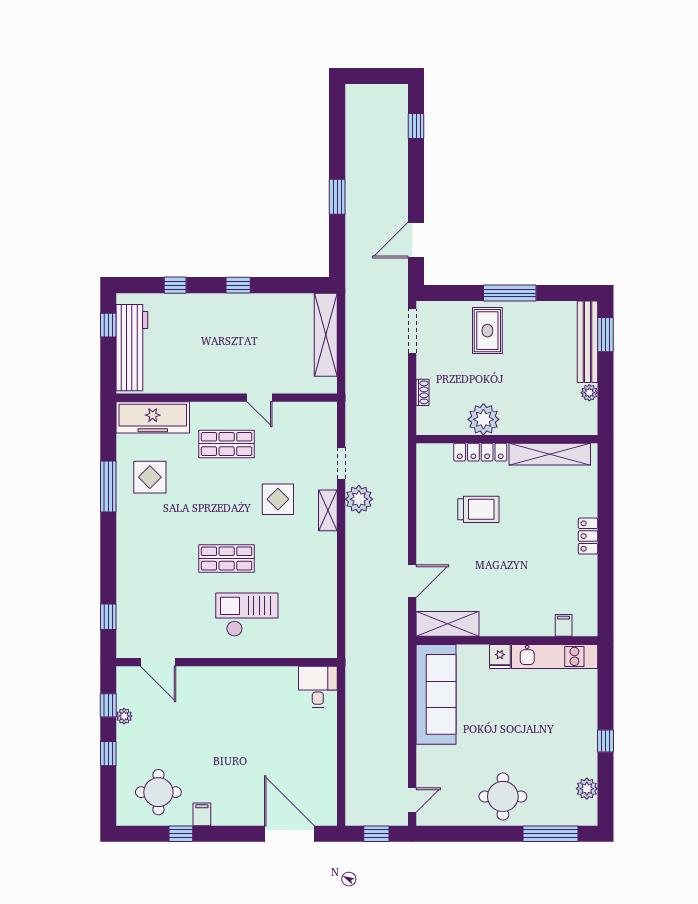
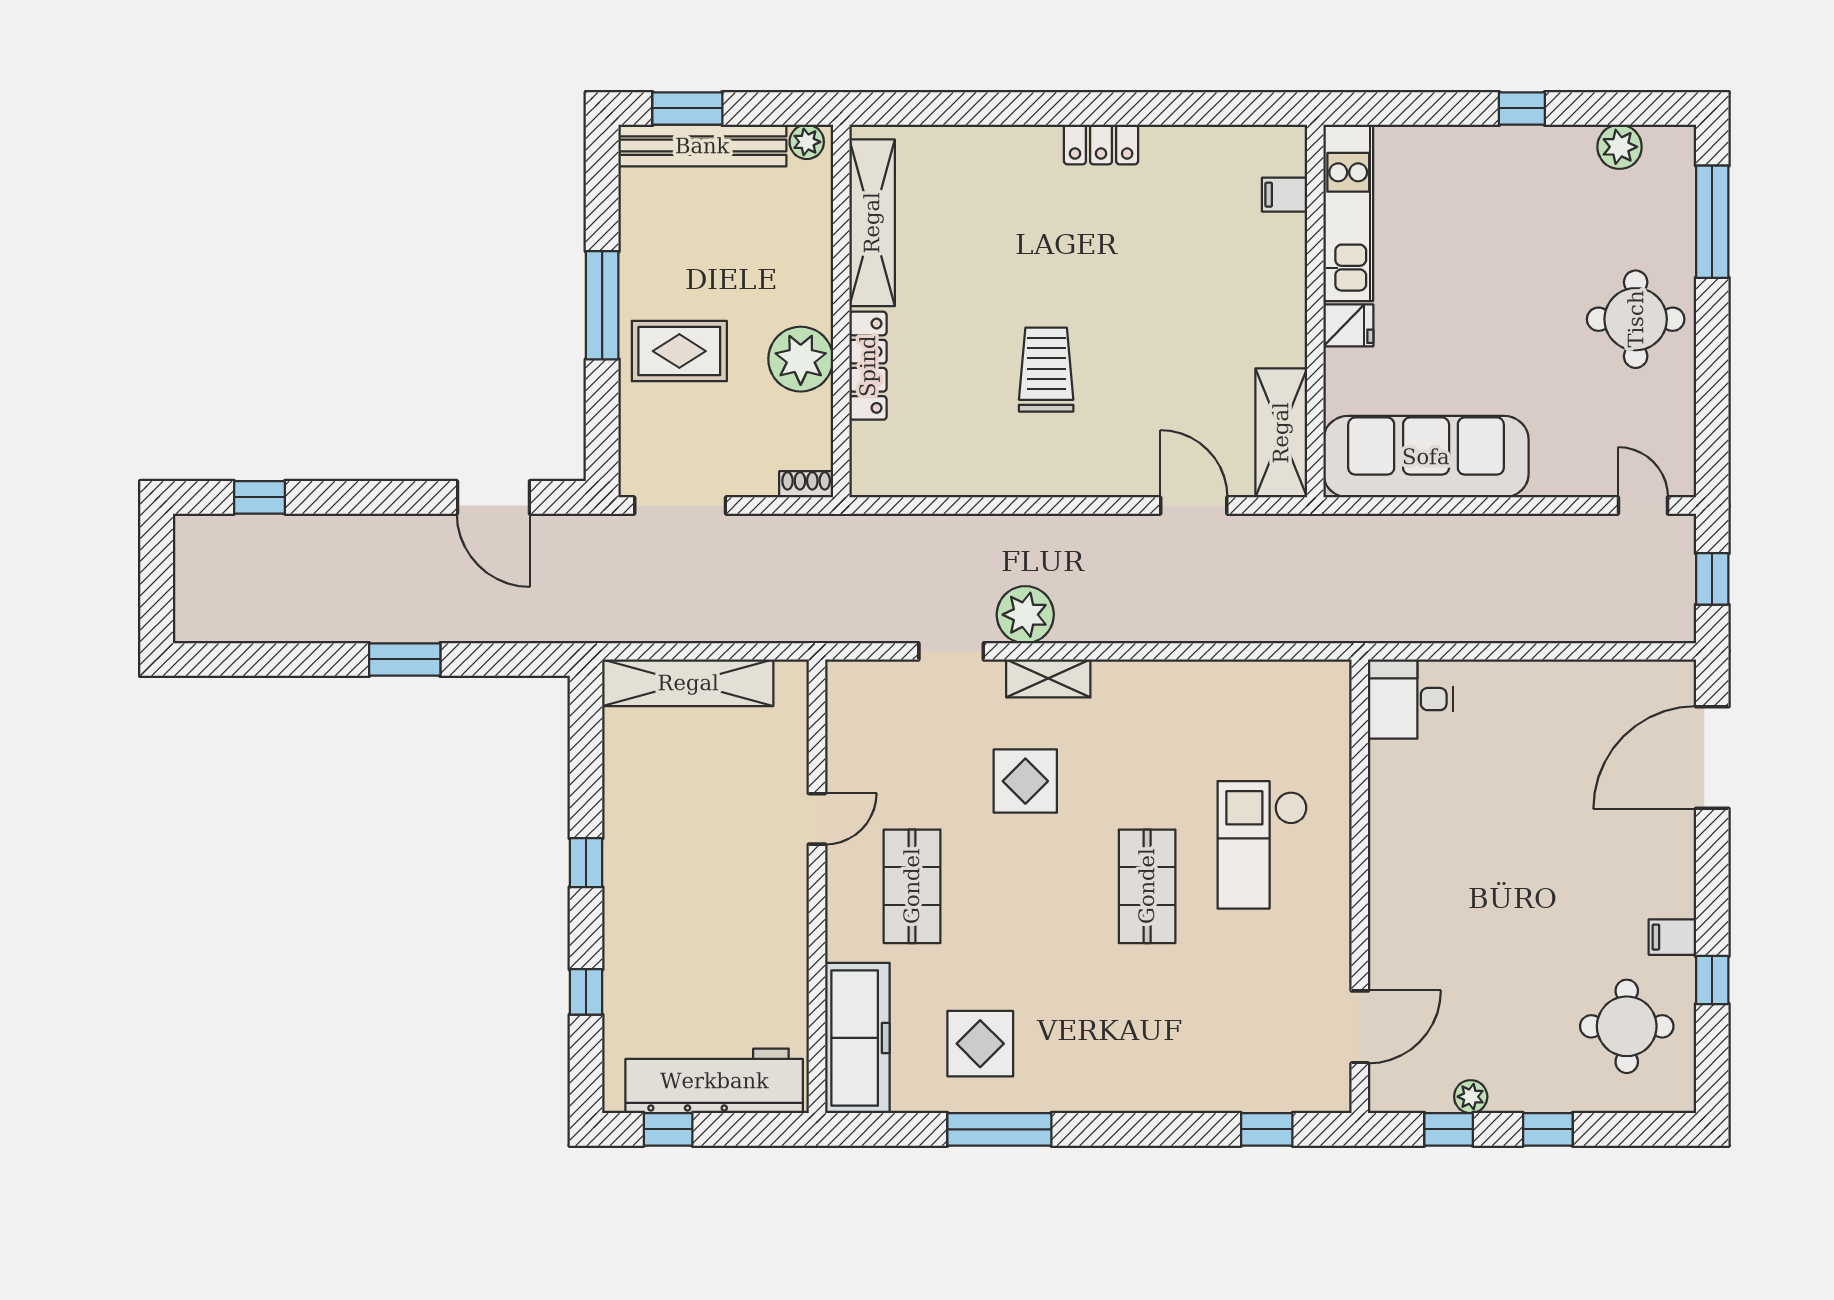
plant: (483, 419) -> (801, 359), moved
wall: (507, 439) -> (841, 311), moved
locker: (480, 452) -> (868, 366), moved
shelving: (550, 454) -> (872, 223), moved

